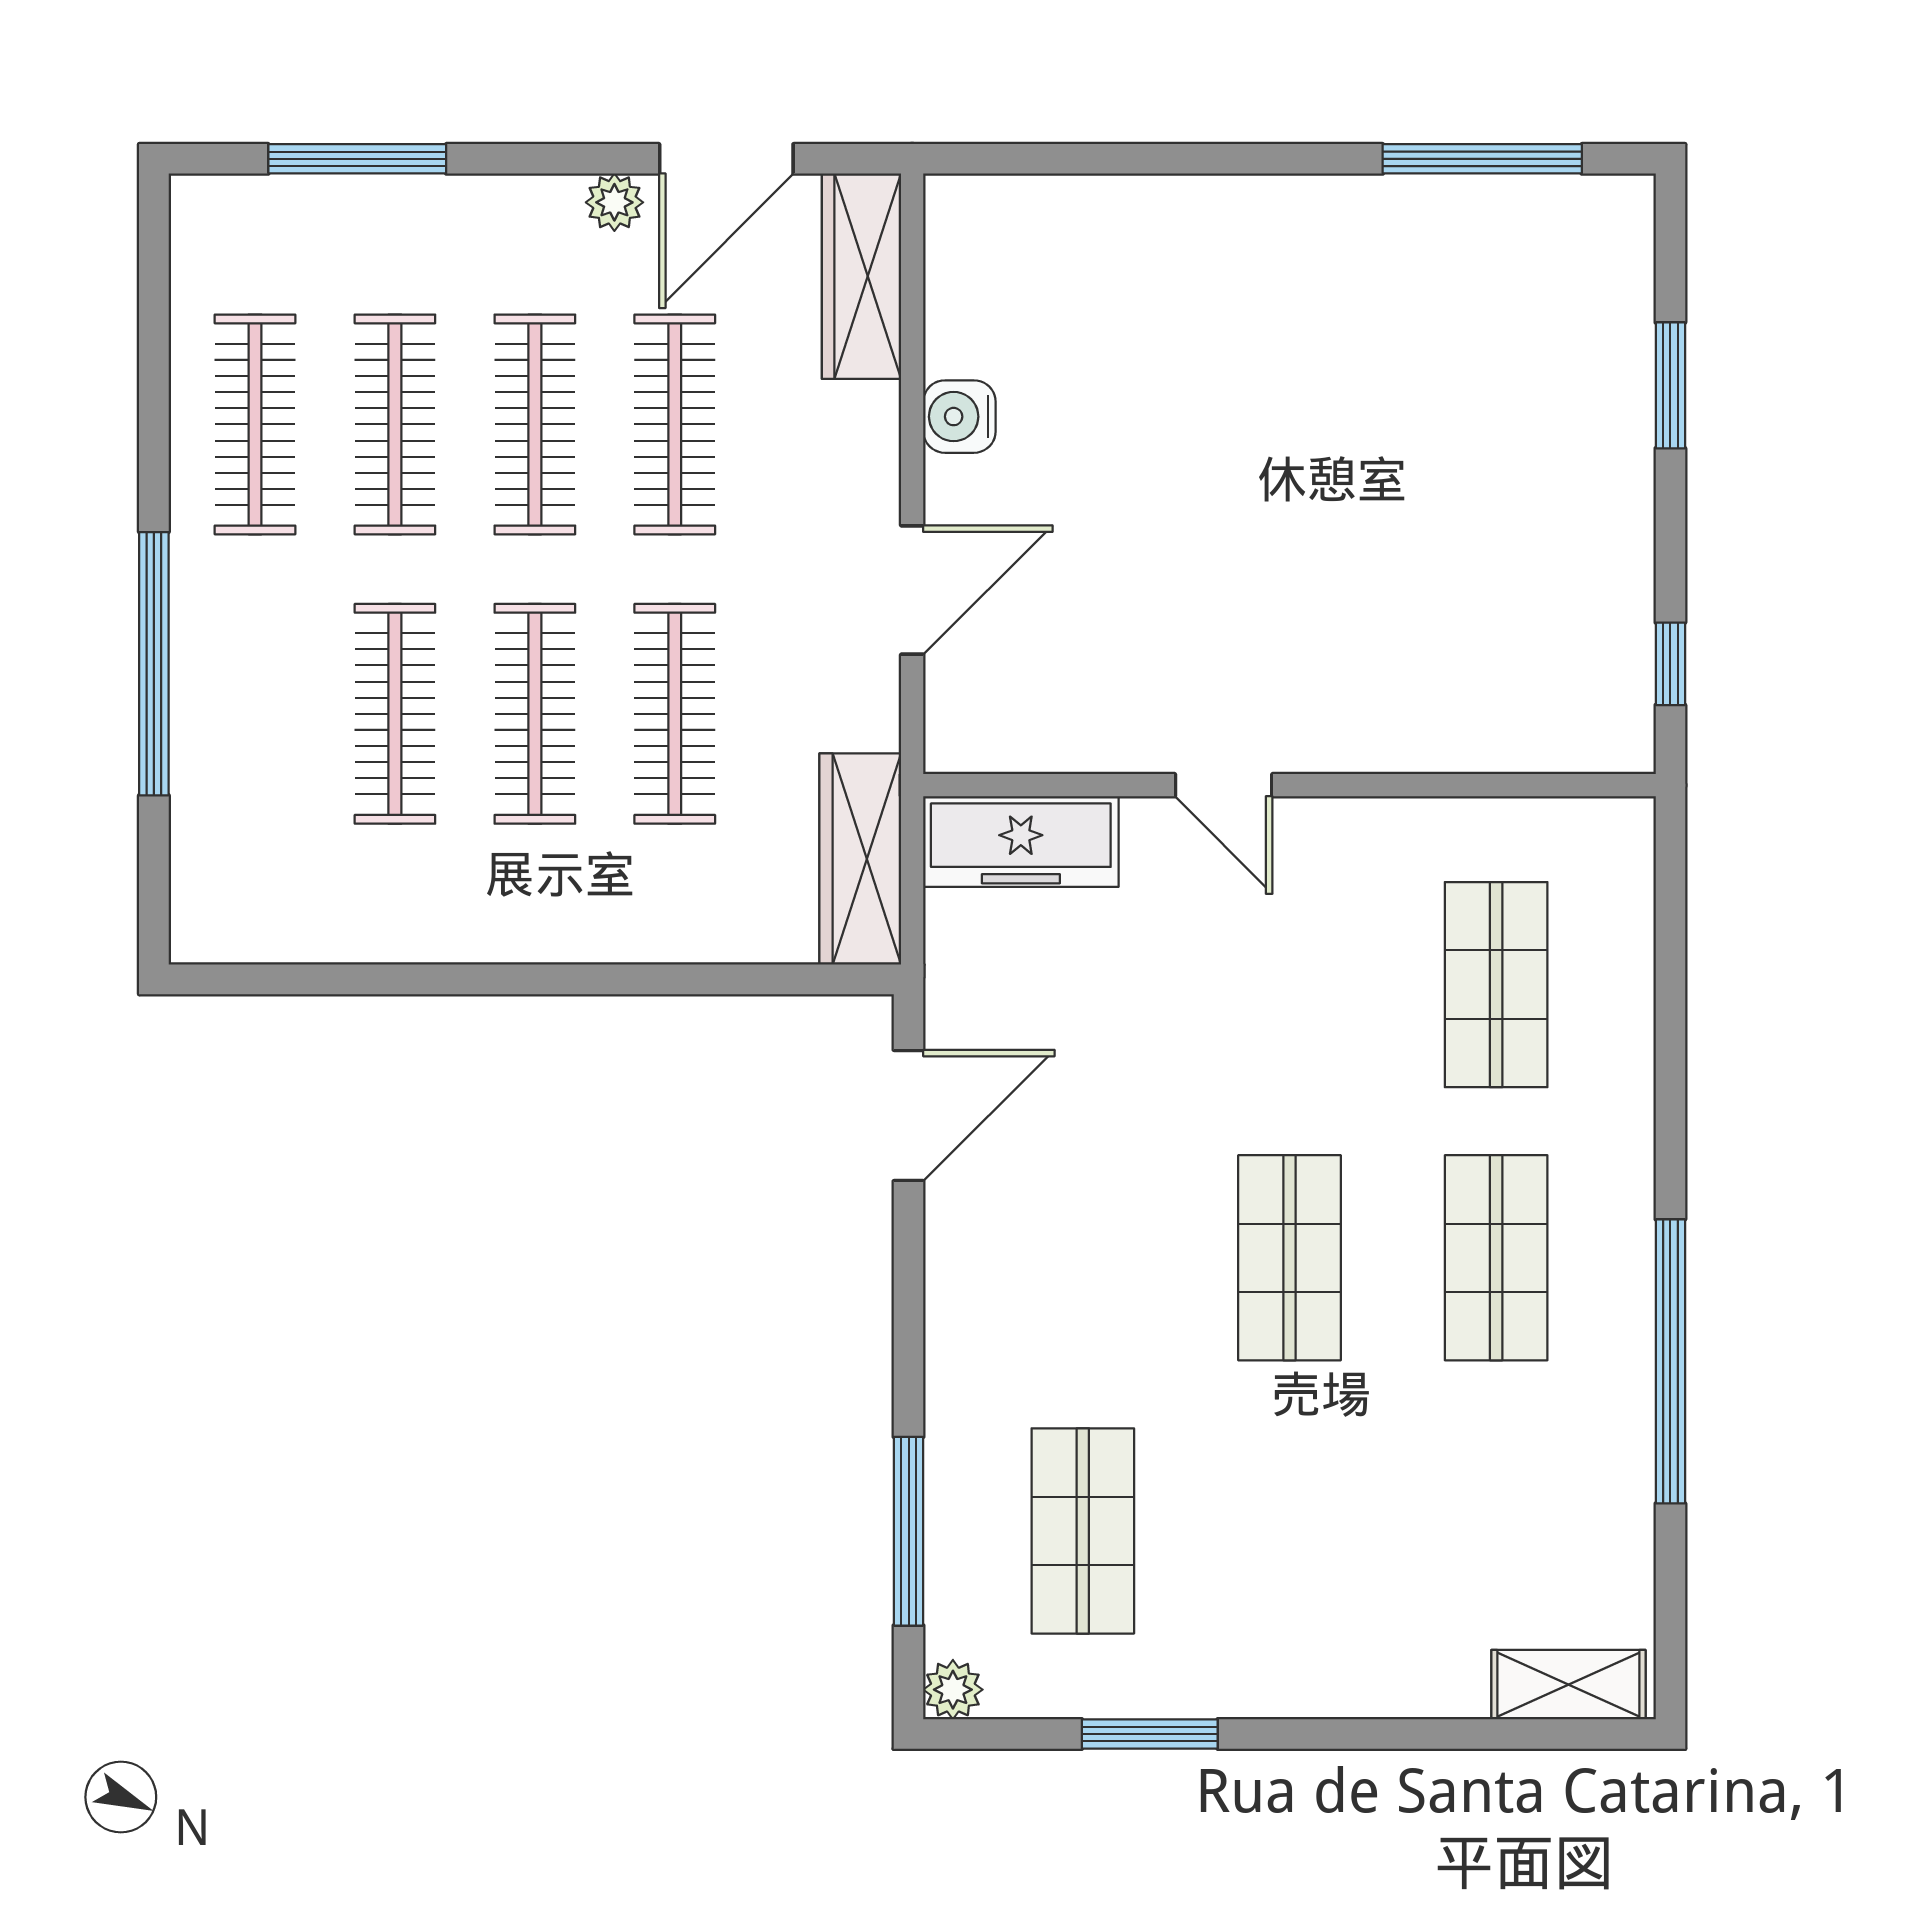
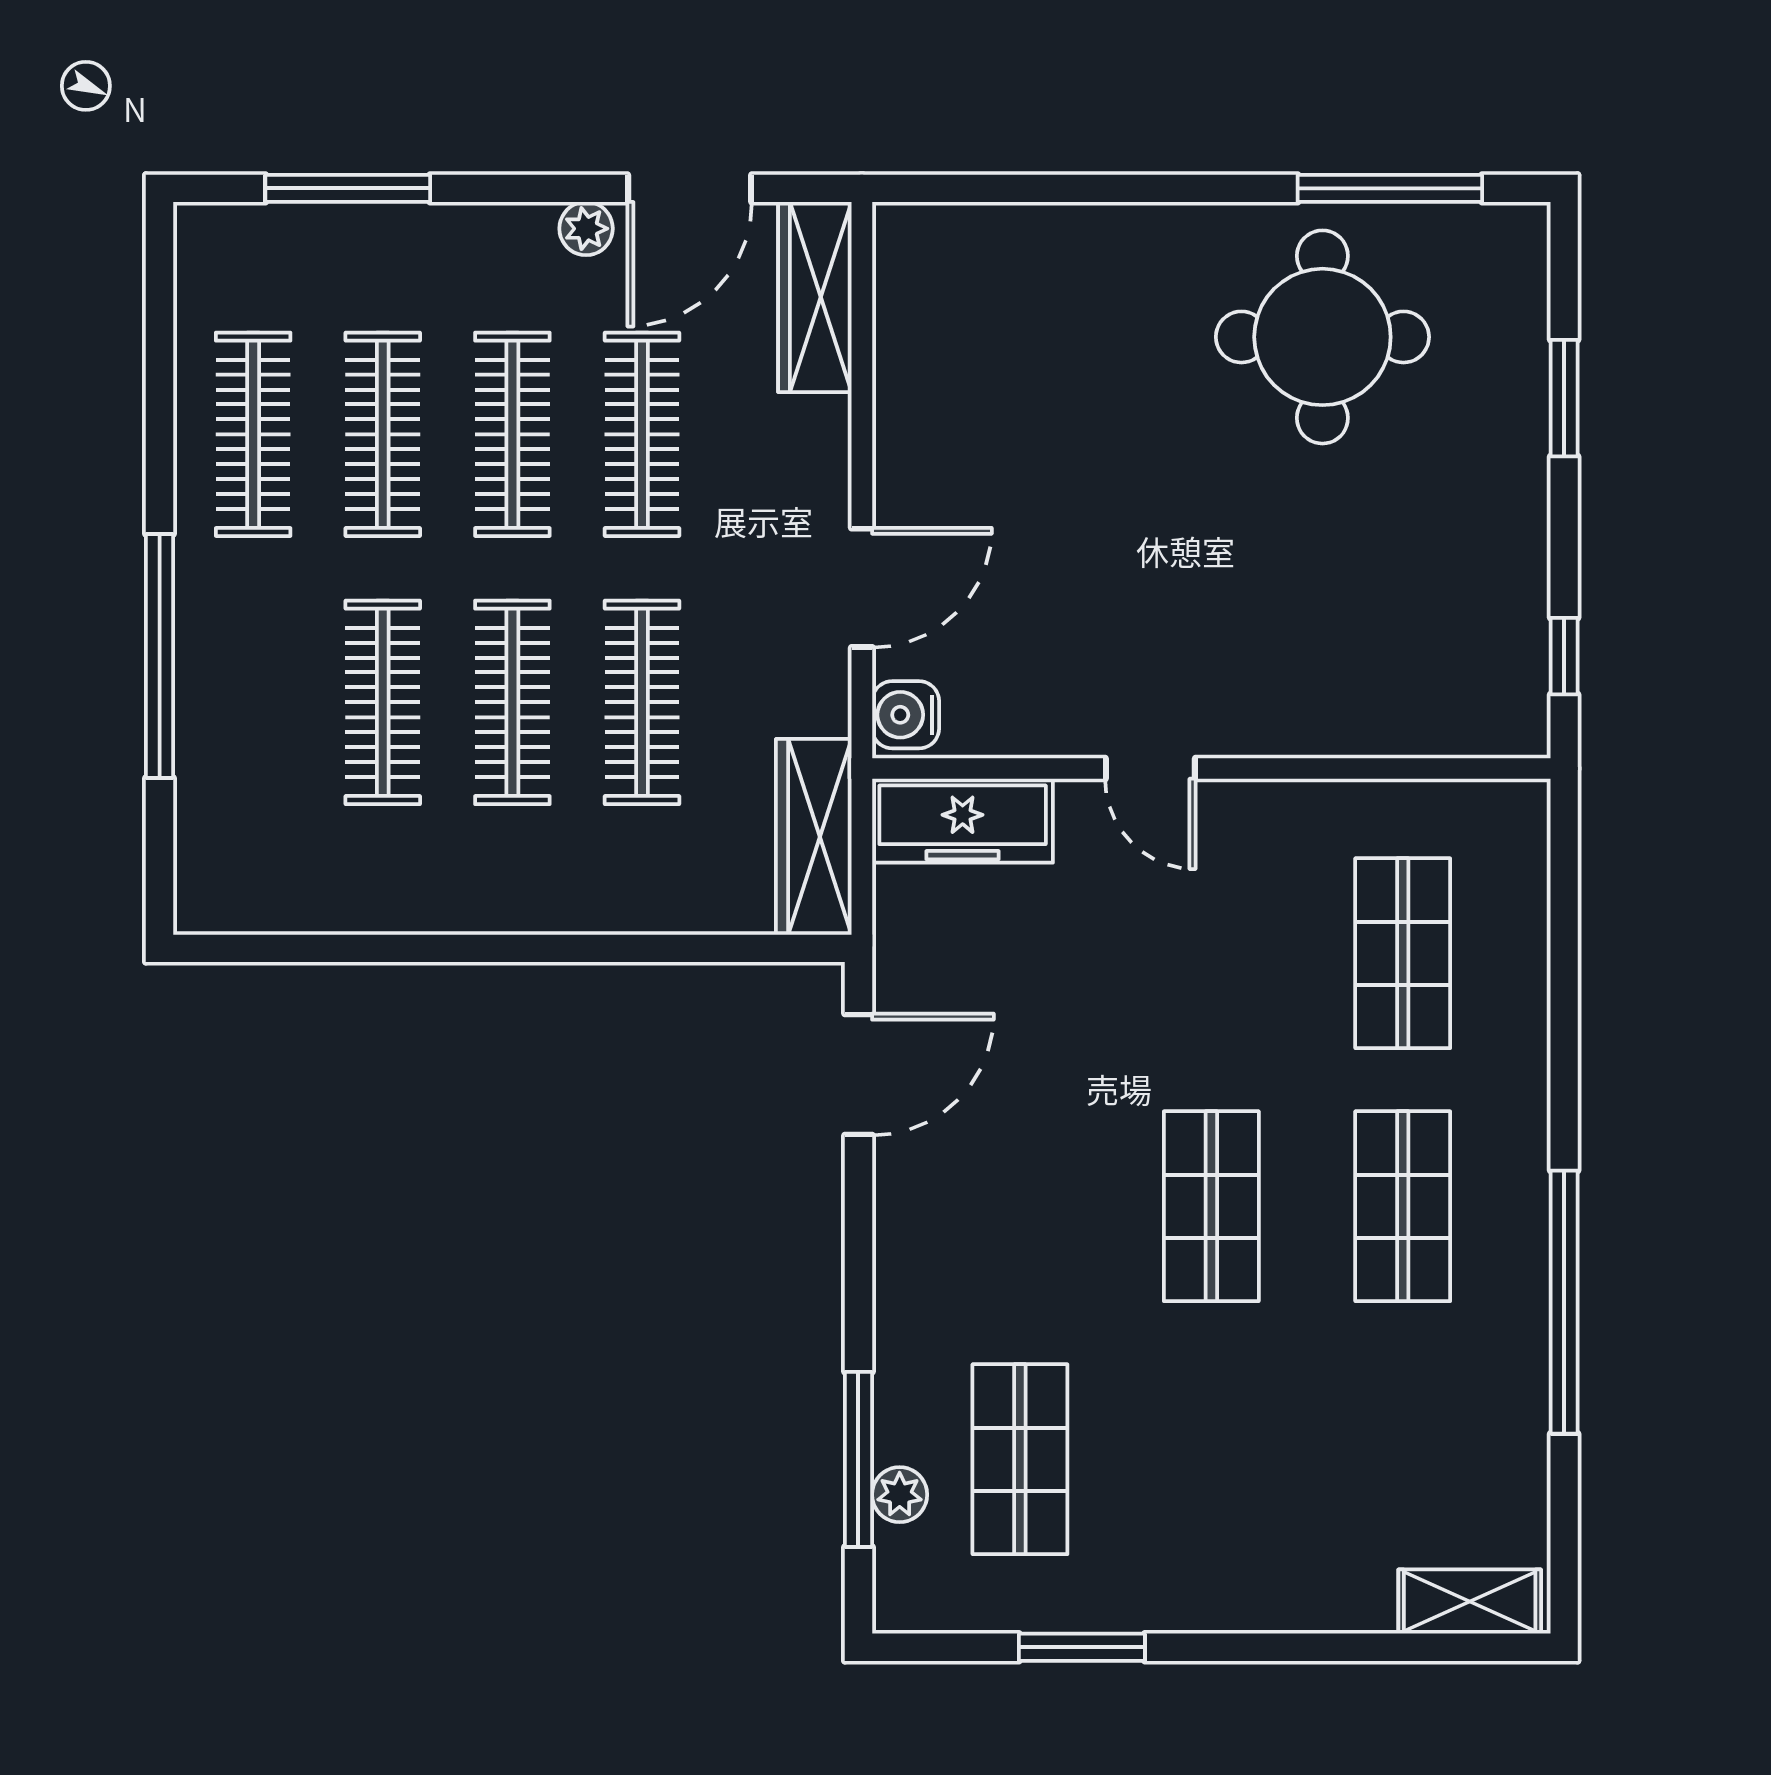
round table: (1409, 319) -> (1322, 337), added
water cooler: (959, 417) -> (906, 715), moved
plant: (953, 1690) -> (900, 1495), moved

